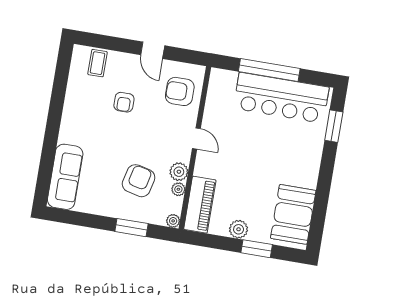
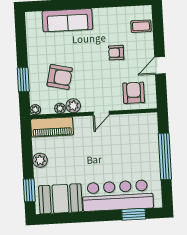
bar counter: (281, 98) -> (118, 196), moved, turned 90
sofa: (65, 177) -> (67, 20), moved
window: (257, 249) -> (29, 190), moved

